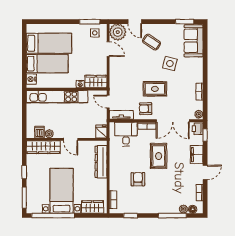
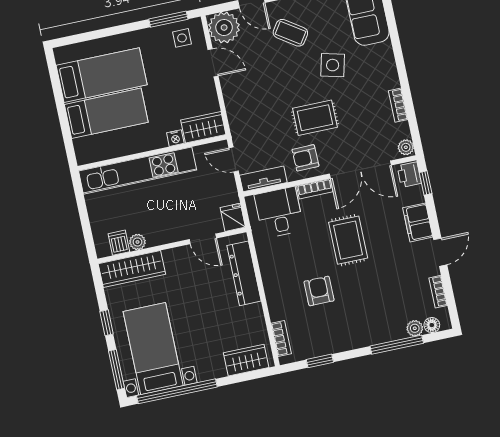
nightstand: (31, 79) -> (83, 148), removed
door: (71, 139) -> (203, 239), moved
bed with nightstands: (62, 191) -> (153, 349), moved

